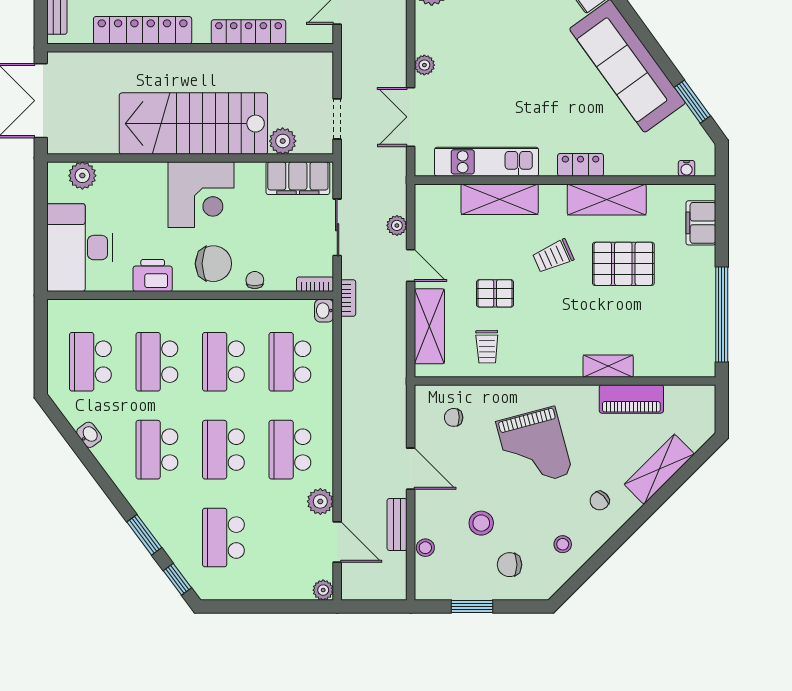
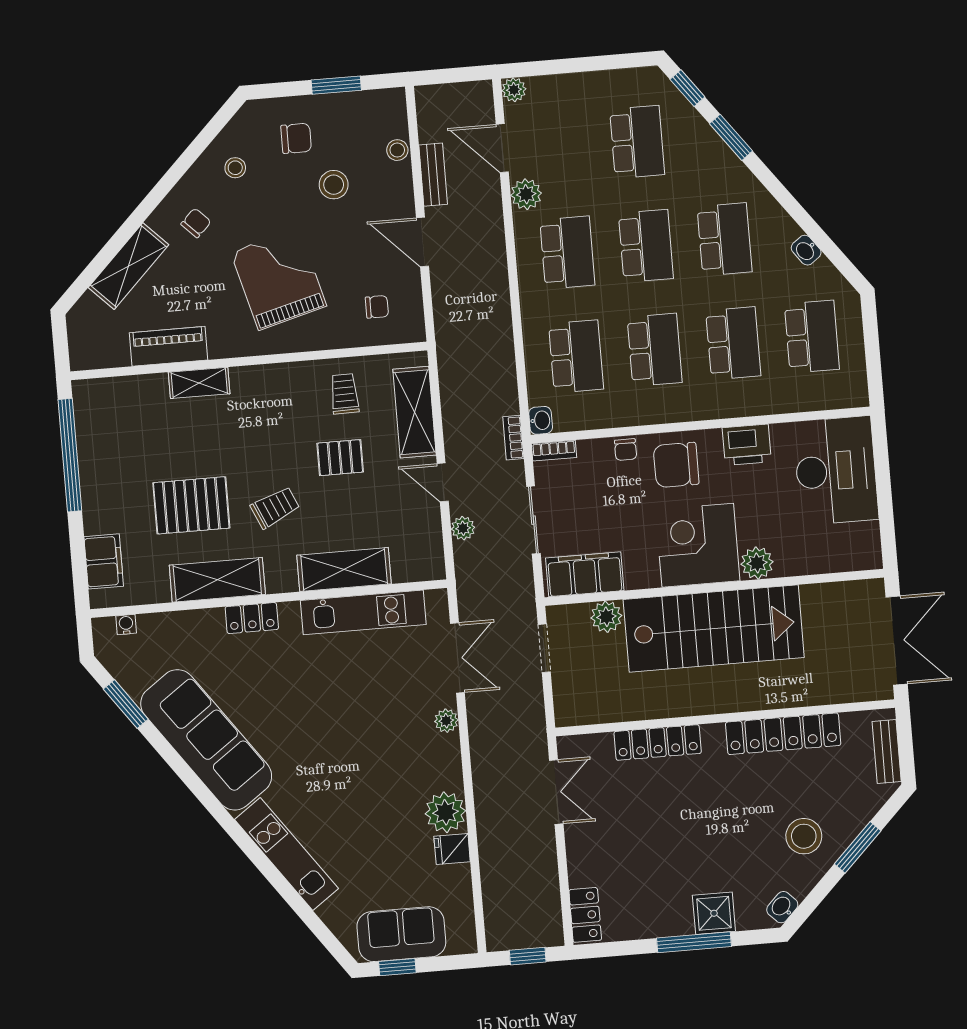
plant: (82, 176) -> (757, 563), moved

